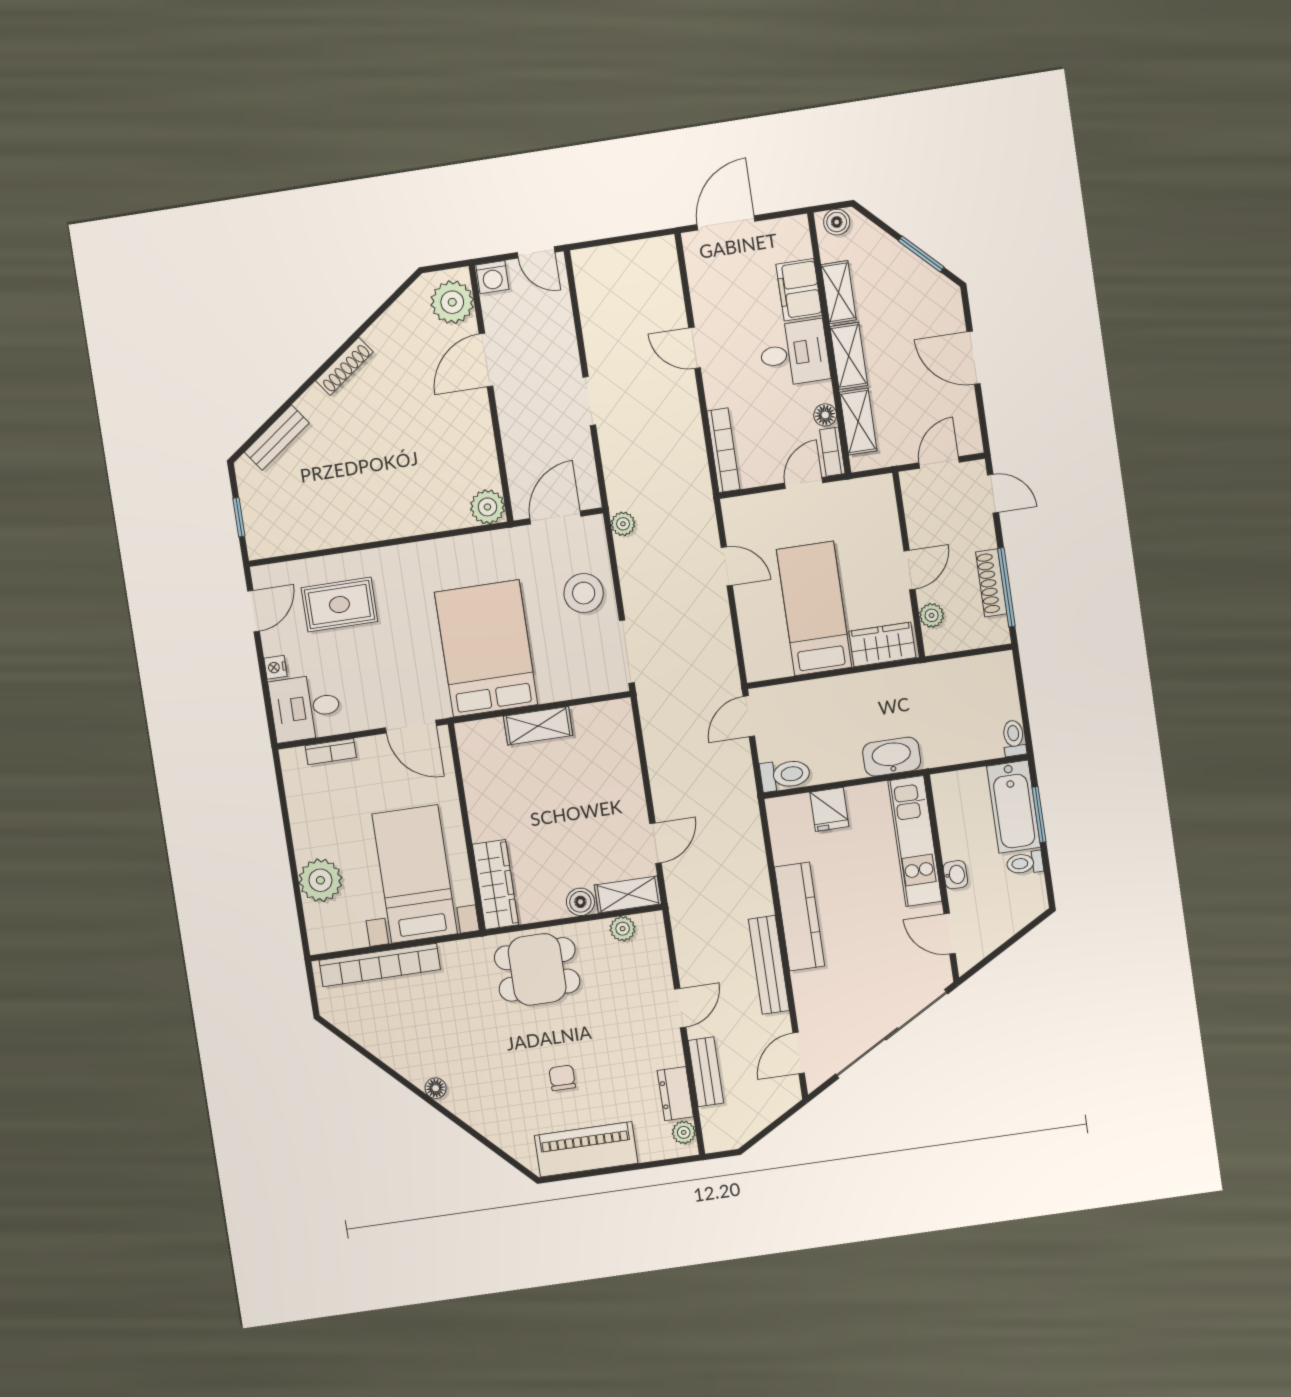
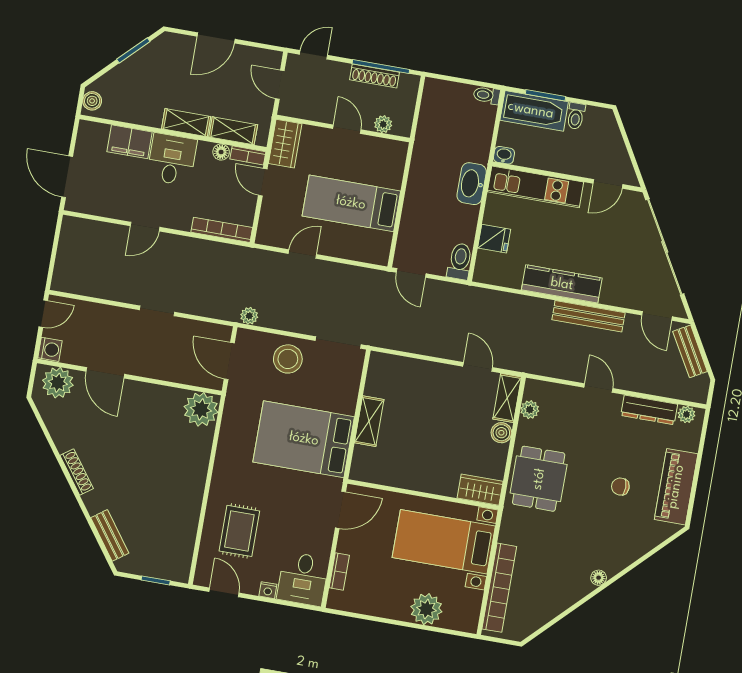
shelving: (839, 292) -> (140, 115), removed
plant: (487, 507) -> (201, 409), width x1.36, depth x1.36
wardrobe: (882, 644) -> (285, 144), moved, turned 180
washbasin: (955, 875) -> (504, 155), moved
wardrobe: (495, 885) -> (480, 490), width x0.67
bench: (706, 1072) -> (690, 351), moved, turned 60
dresser: (675, 1094) -> (649, 410), width x1.44

